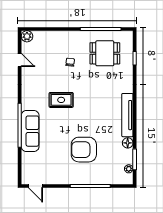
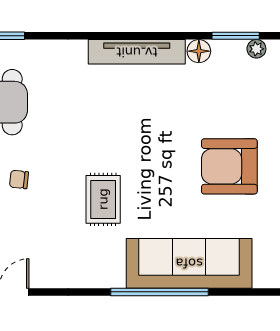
sofa: (30, 131) -> (189, 263), width x1.36, depth x1.27
armchair: (84, 150) -> (229, 166), moved, turned 90

